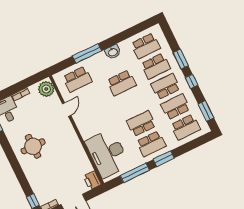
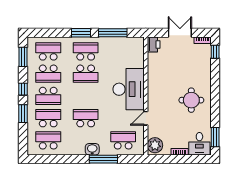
washbasin: (113, 52) -> (92, 149), moved
desk: (107, 153) -> (129, 89), moved

